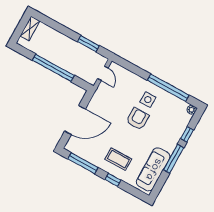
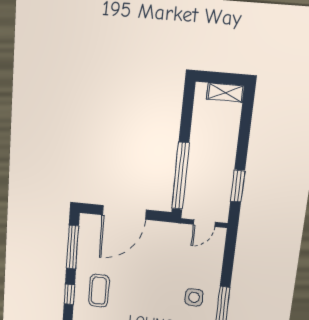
window: (53, 68) -> (180, 176), moved
armchair: (138, 119) -> (162, 294), removed
door: (75, 120) -> (124, 212), hinge flipped

